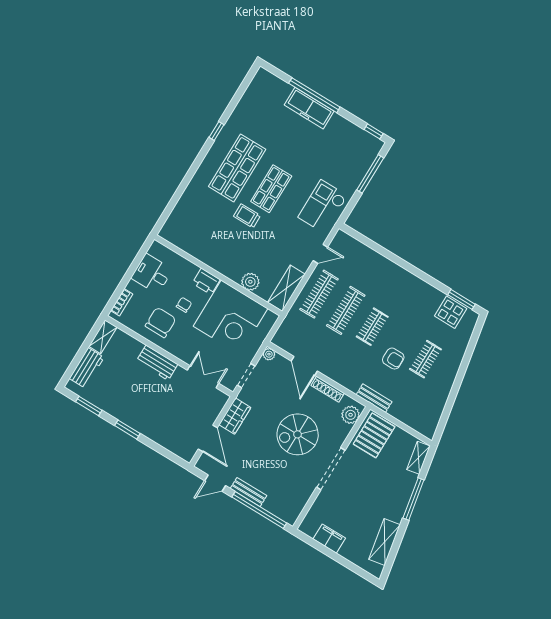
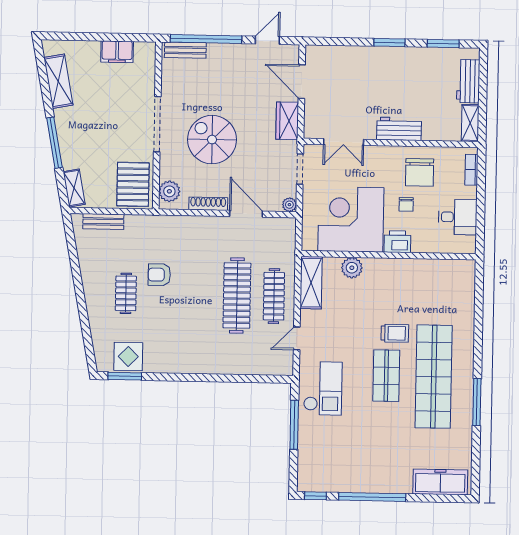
window: (314, 95) -> (372, 497), moved
freezer: (309, 108) -> (440, 482), moved
window: (217, 131) -> (477, 402), width x2.17
shop shelf: (237, 168) -> (434, 377), width x1.40
window: (370, 174) -> (294, 425), moved
clothes rail: (346, 310) -> (237, 295), width x1.37, depth x1.31
clothes rail: (372, 327) -> (200, 295), removed
bench: (374, 398) -> (103, 222), moved
spiral stairs: (298, 434) -> (212, 140), turned -90
bench: (248, 492) -> (185, 50), moved

